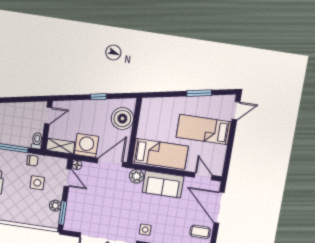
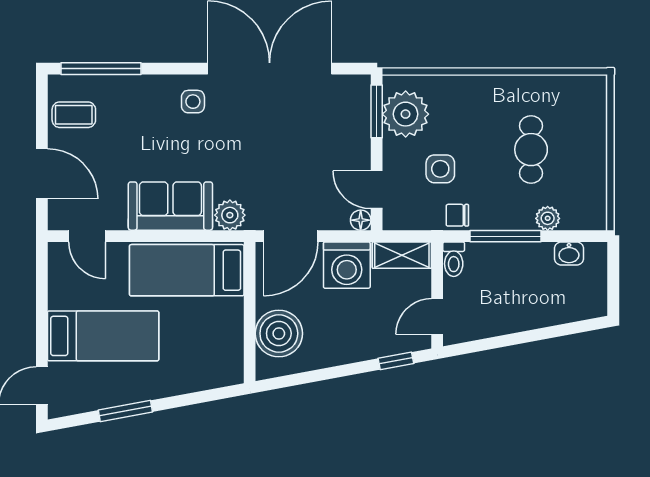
window: (98, 97) -> (396, 361), moved
plant: (55, 206) -> (406, 114), width x1.87, depth x1.87
door: (219, 208) -> (42, 174), width x0.73

